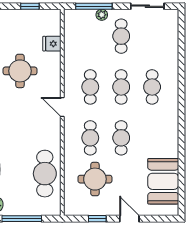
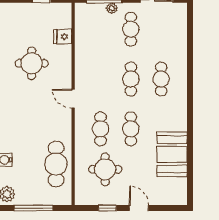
cafe table: (90, 87) -> (101, 79), removed
booth: (163, 181) -> (172, 154), moved

